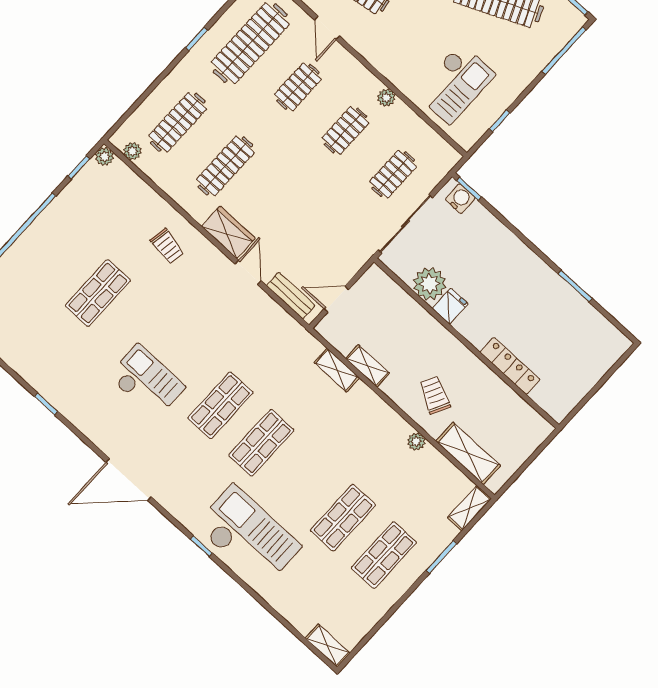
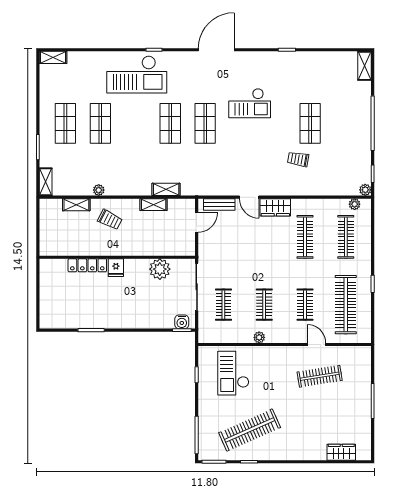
trolley: (167, 246) -> (298, 159), moved
fridge: (450, 306) -> (116, 268), moved
shelving: (468, 453) -> (76, 205), width x0.67, depth x0.75

